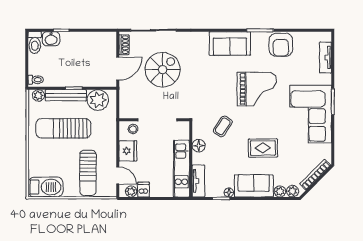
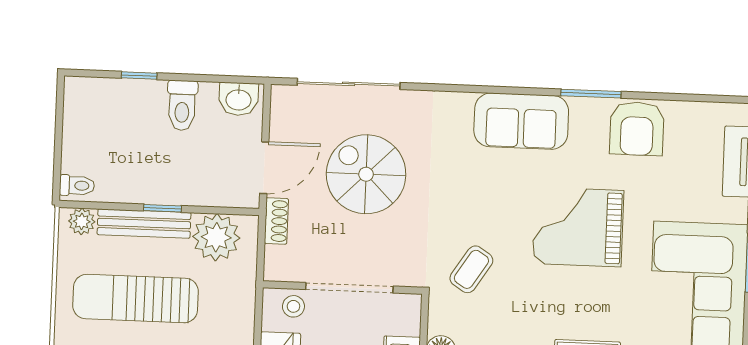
washbasin: (51, 39) -> (239, 99), moved
toilet: (35, 43) -> (182, 105), moved
shoe rack: (124, 45) -> (276, 221), moved
spiral stairs: (163, 70) -> (366, 174), turned -90
grand piano: (257, 89) -> (578, 227), turned 180
coffee table: (223, 126) -> (471, 269), moved

